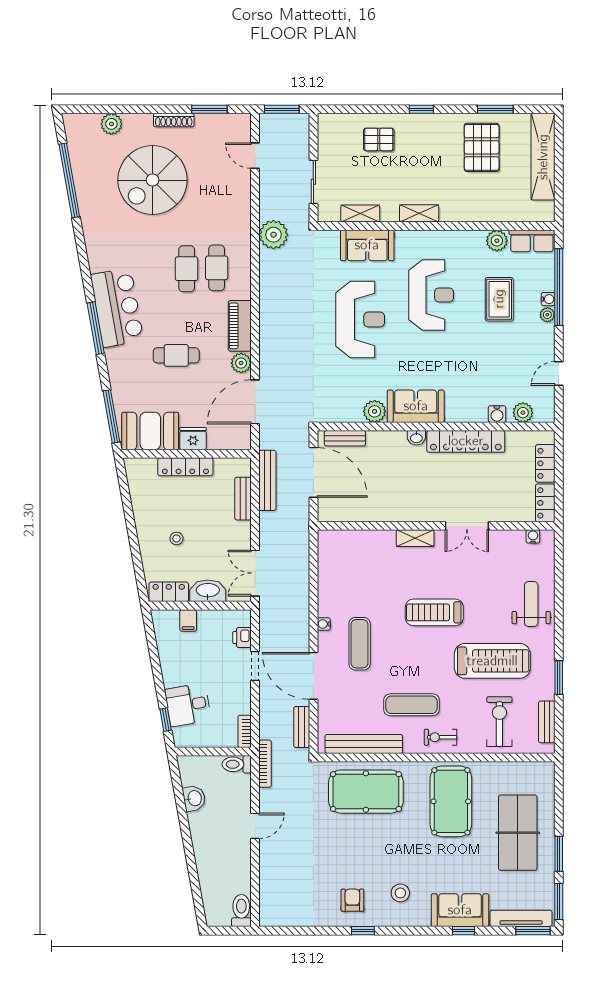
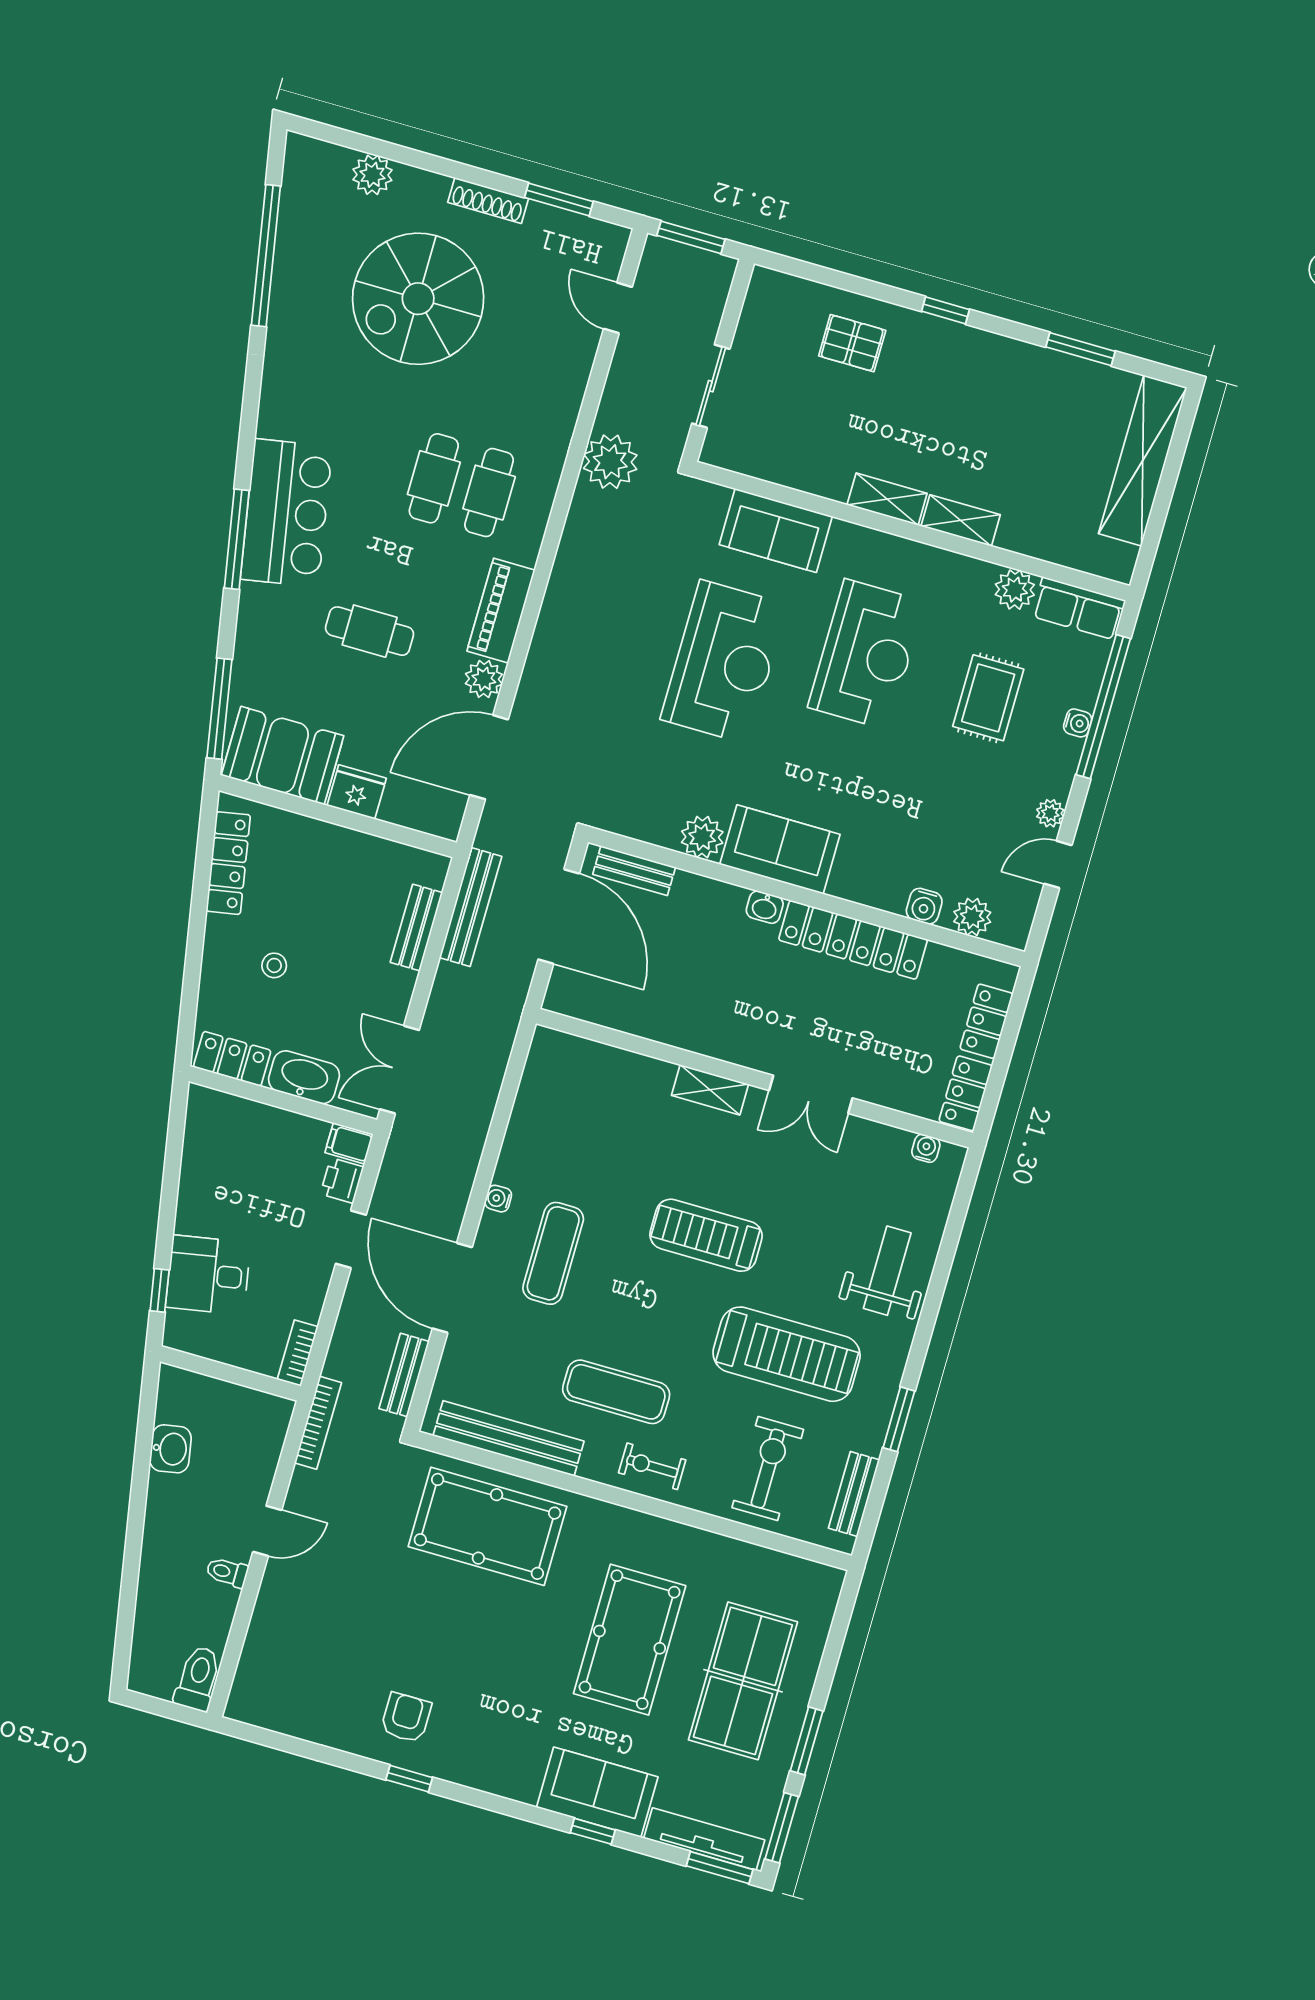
pallet: (482, 147) -> (1036, 411), removed
shelving: (360, 214) -> (961, 520), moved
plant: (547, 315) -> (1050, 813), moved
locker: (185, 467) -> (228, 863), moved, turned -100
filing cabinet: (188, 620) -> (349, 1143), moved, turned 90
toilet: (237, 764) -> (227, 1572), moved, width x0.73, depth x0.72
pool table: (451, 801) -> (630, 1640), moved
stool: (400, 893) -> (497, 1729), removed

